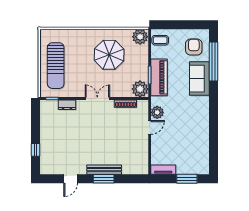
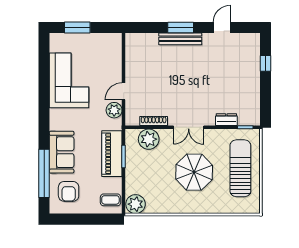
parasol: (109, 55) -> (194, 172), moved
plant: (140, 89) -> (149, 139), moved
corner sofa: (193, 136) -> (69, 80), added
tv unit: (163, 170) -> (107, 39), removed

